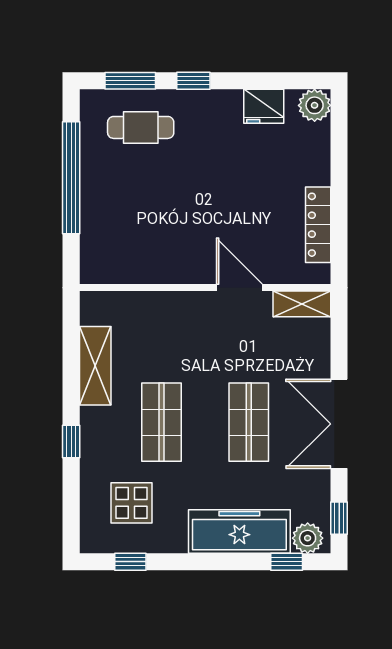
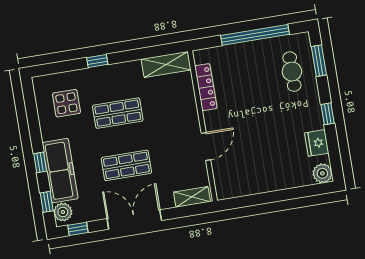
window: (193, 81) -> (328, 114), moved
locker: (318, 225) -> (206, 87), moved, turned 90
shelving: (302, 304) -> (192, 197), moved, turned 90
shelving: (95, 366) -> (166, 64), moved
window: (130, 562) -> (40, 162), moved

